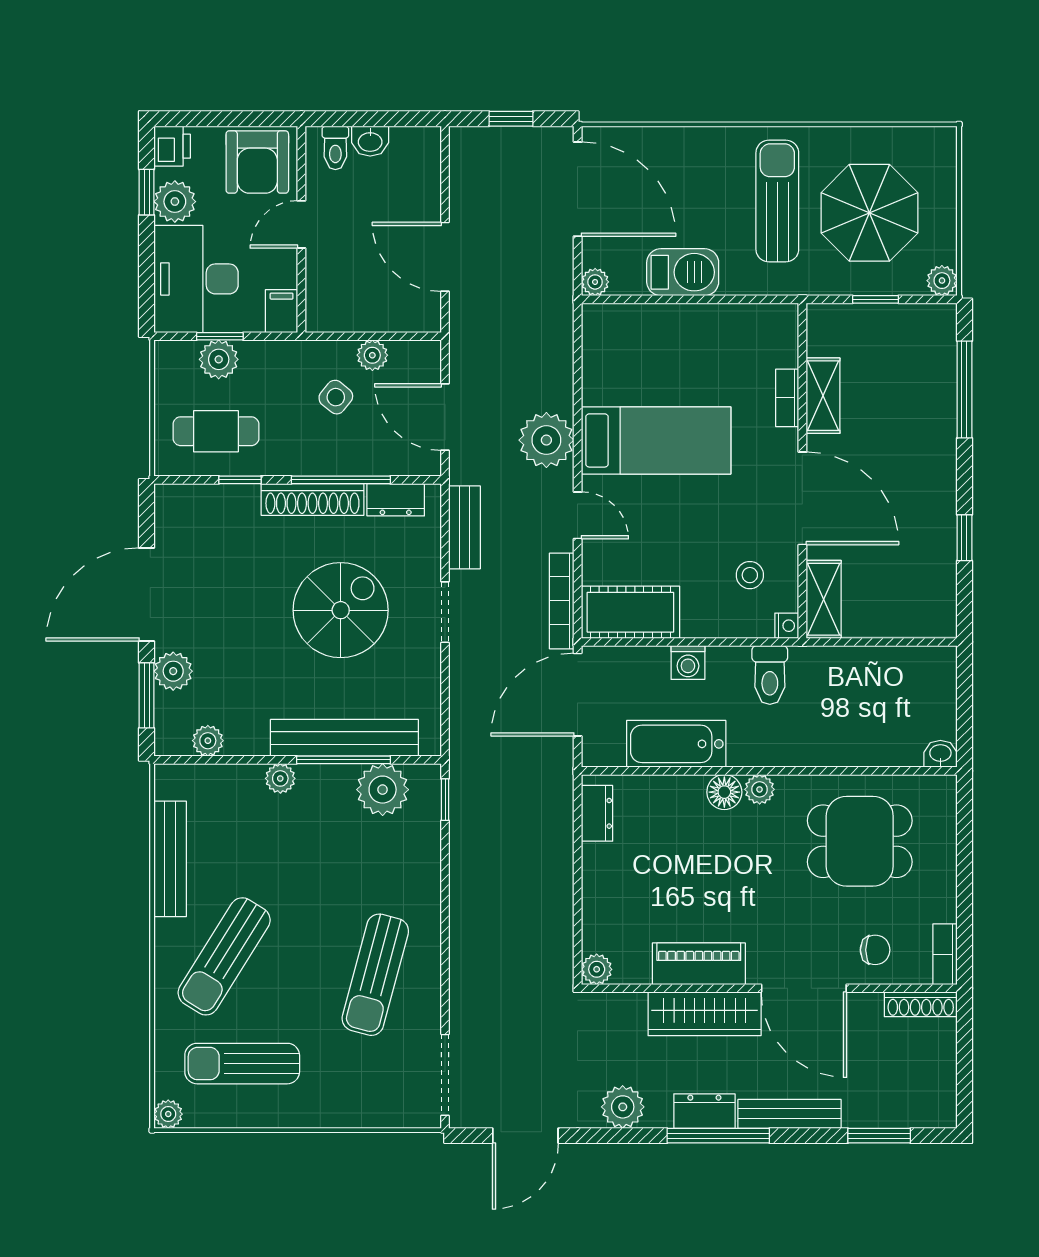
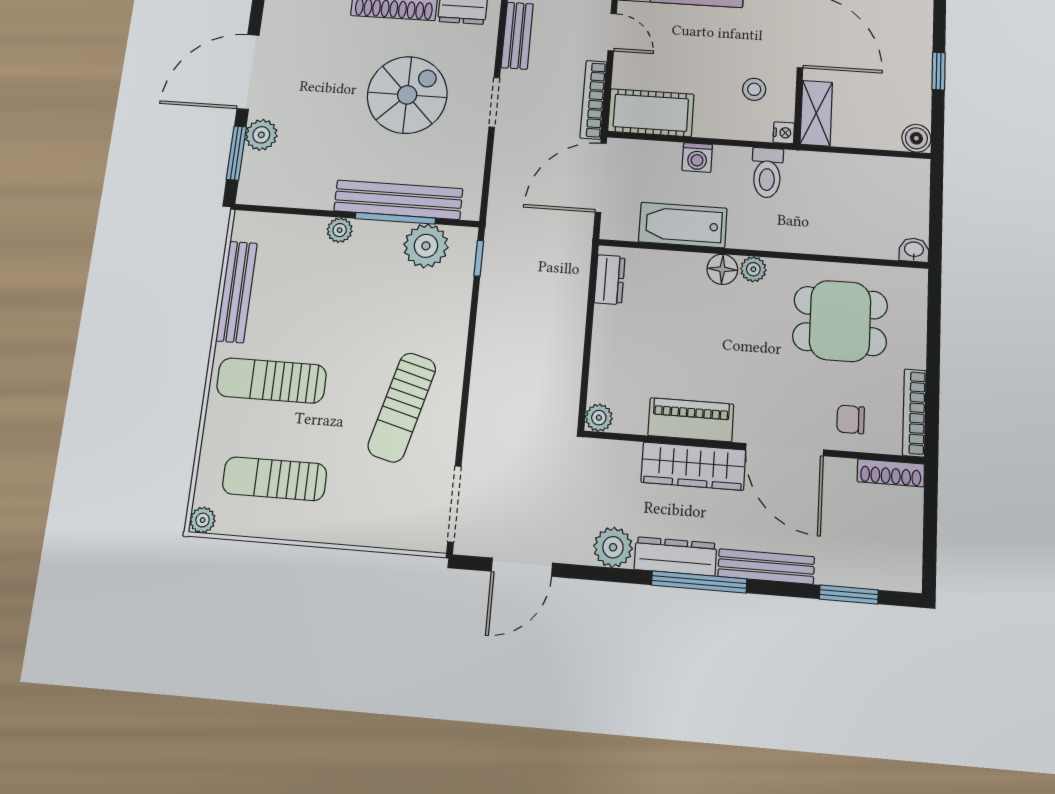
boiler: (940, 622) -> (916, 138), added
plant: (208, 741) -> (282, 194), removed
chair: (875, 950) -> (851, 419), turned 180
bookcase: (945, 954) -> (914, 413), width x1.56
sun lounger: (224, 956) -> (271, 381), turned 58
dresser: (704, 1111) -> (675, 556), width x1.44

